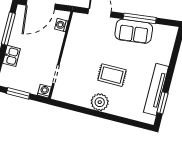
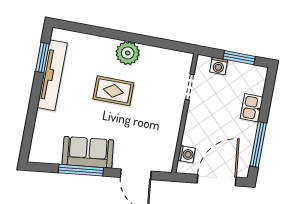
washing machine: (44, 91) -> (219, 66), moved

